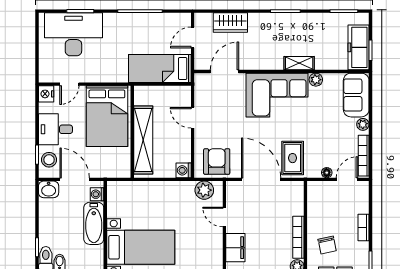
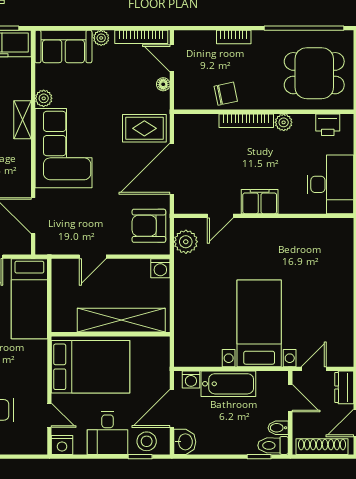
chair: (327, 245) -> (226, 94), moved

